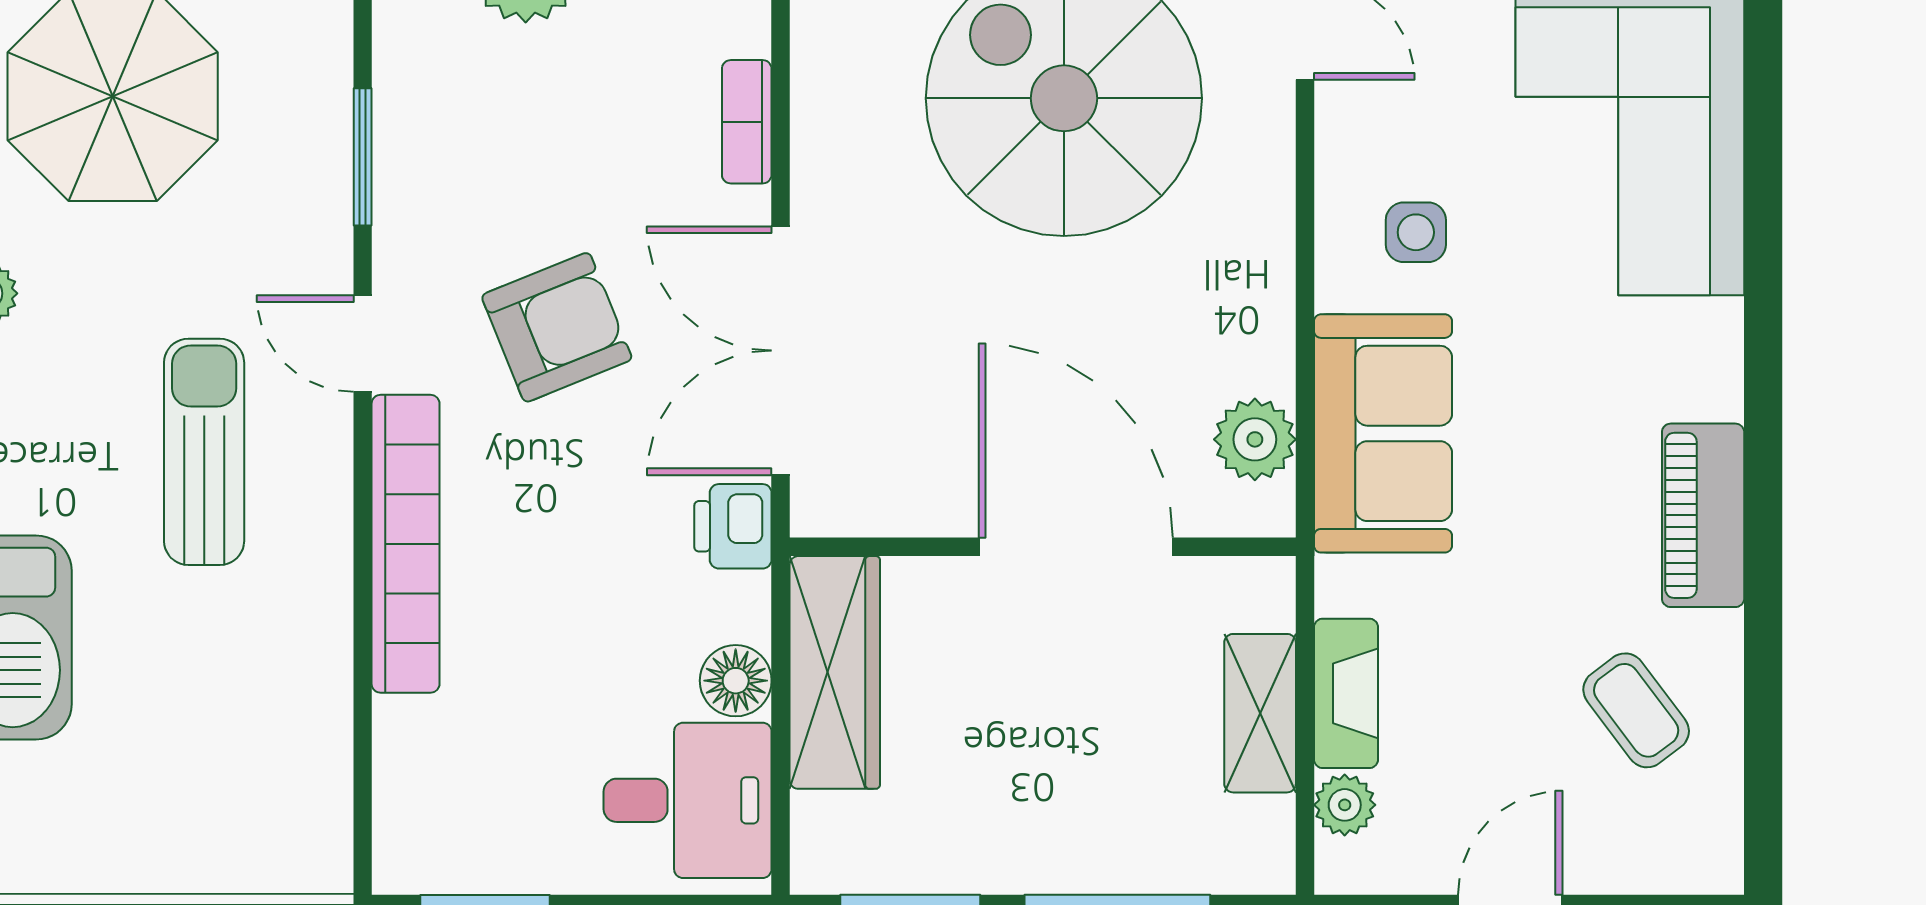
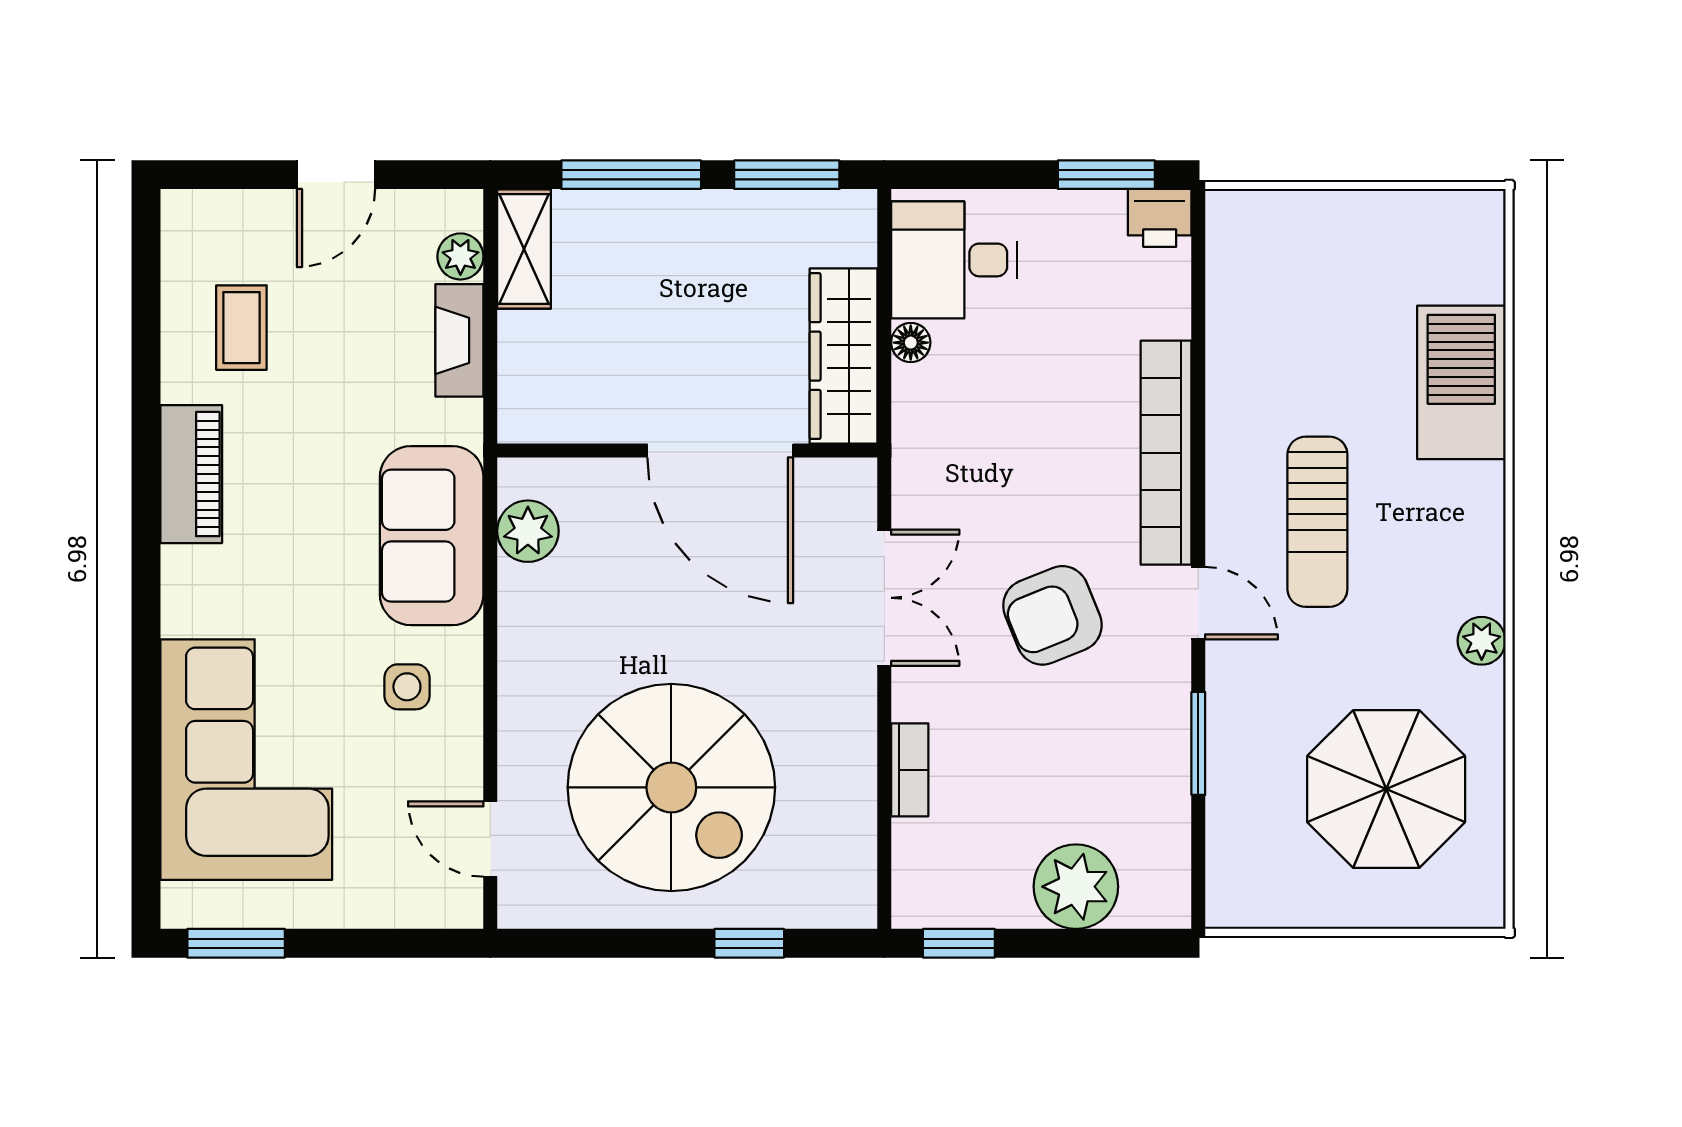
double door: (781, 351) -> (884, 598), width x0.73
printer: (733, 526) -> (1160, 218), moved, turned 90
door: (1076, 547) -> (720, 451), moved
floor lamp: (736, 681) -> (911, 343), width x0.73, depth x0.73
coffee table: (1636, 710) -> (241, 328), turned 37
shelving: (1260, 713) -> (524, 249), moved

